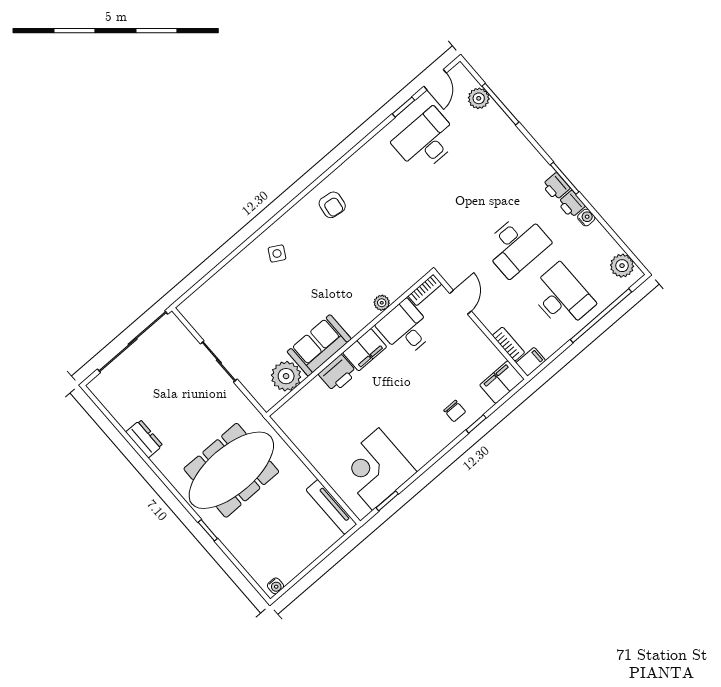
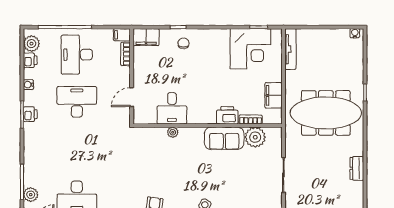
printer: (571, 204) -> (30, 60), moved
bookcase: (425, 290) -> (251, 119), moved
filing cabinet: (365, 350) -> (273, 95), moved, turned -90

